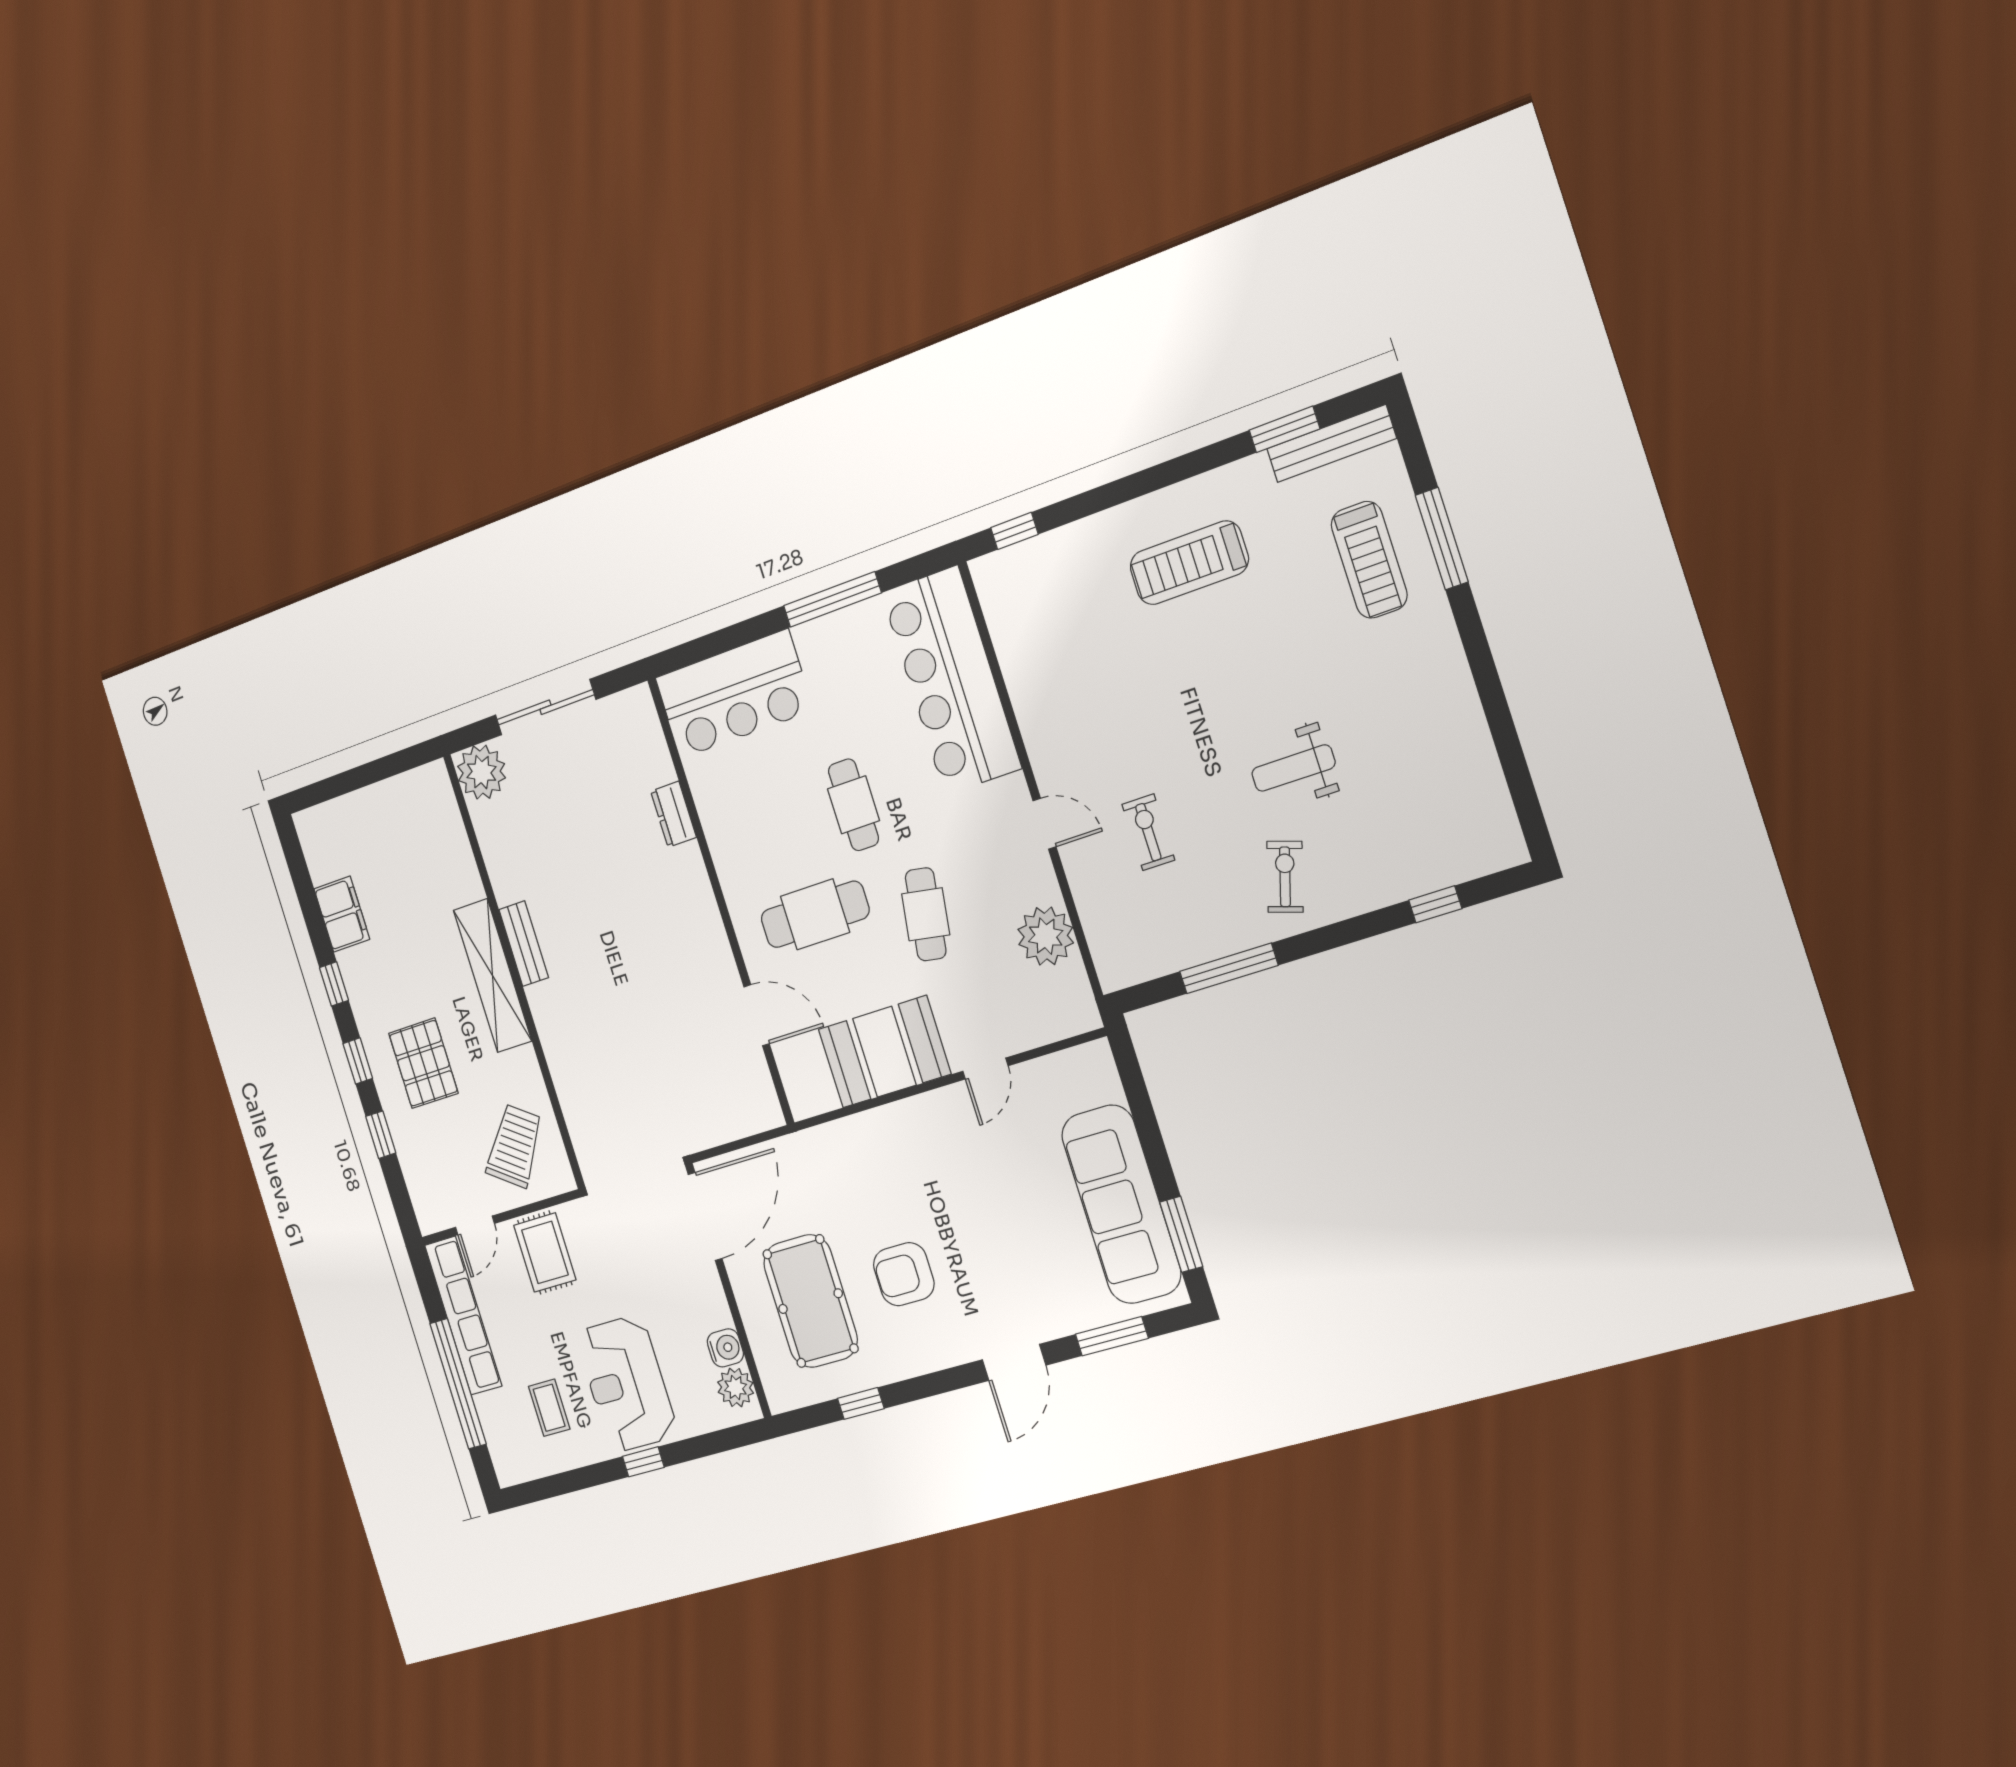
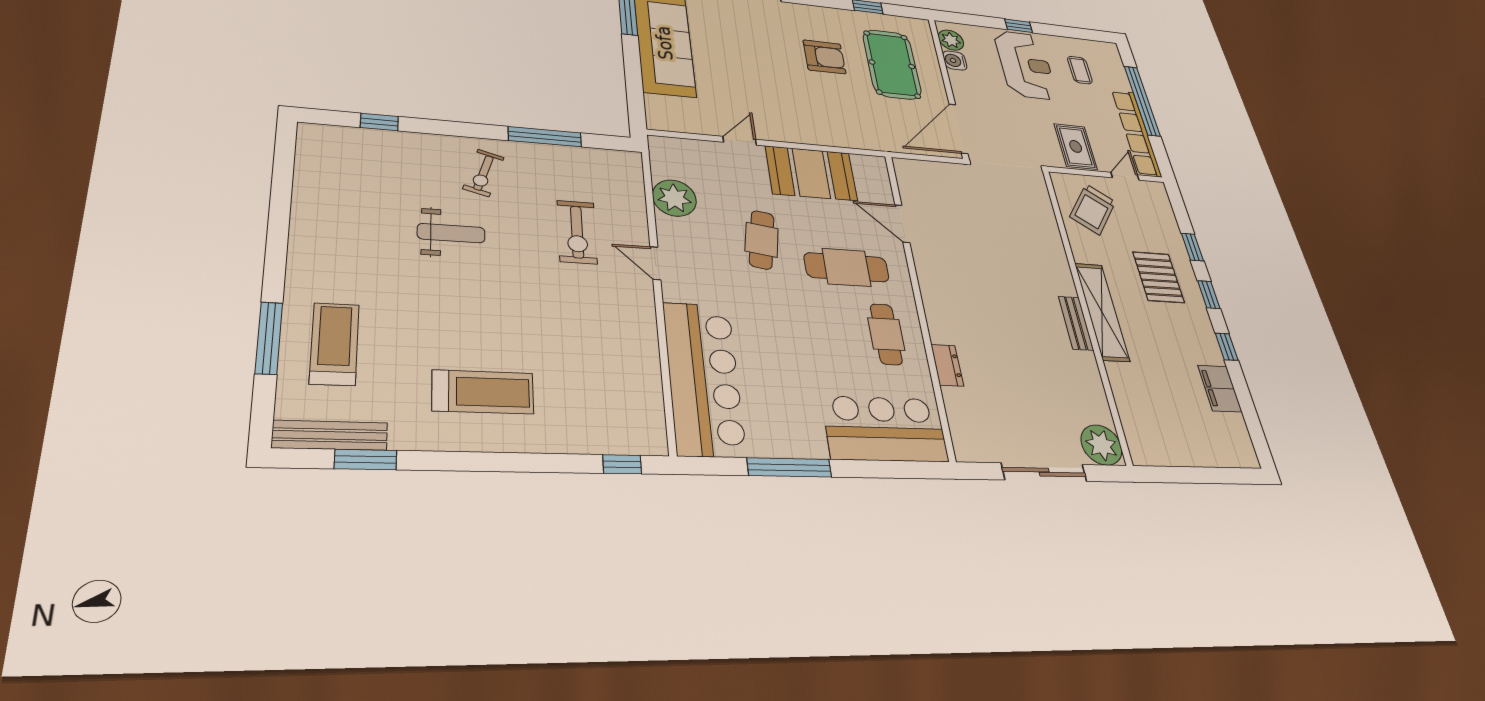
cafe table: (853, 805) -> (886, 334), moved
exercise bike: (1148, 832) -> (577, 232), width x1.38, depth x1.39

